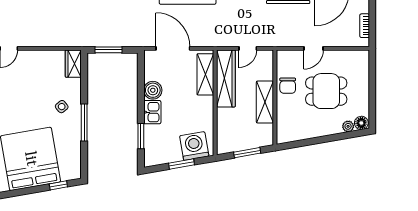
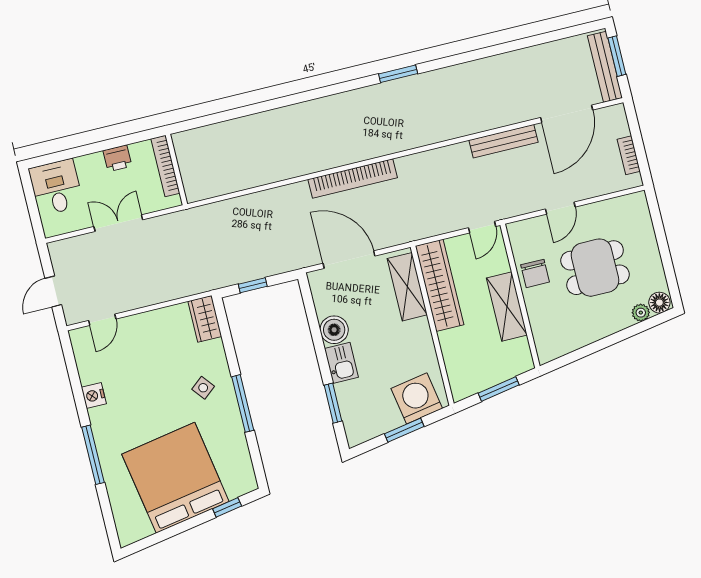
door: (248, 48) -> (482, 227), moved
window: (109, 50) -> (253, 285), width x0.67

